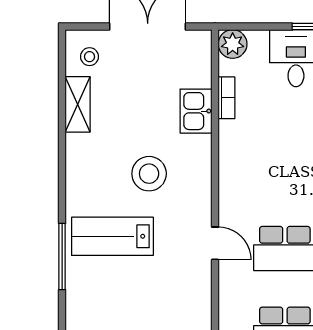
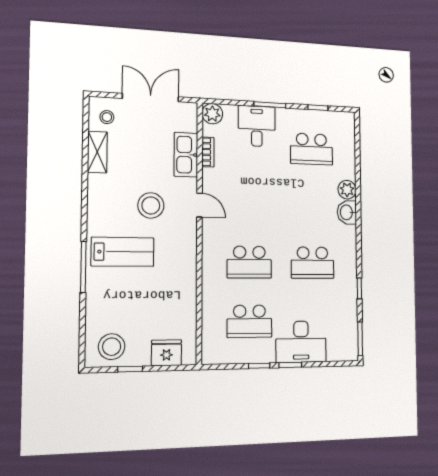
kitchen sink: (196, 111) -> (186, 155), width x1.38
lab bench: (112, 236) -> (123, 252), turned 180
door: (215, 243) -> (199, 205), moved

